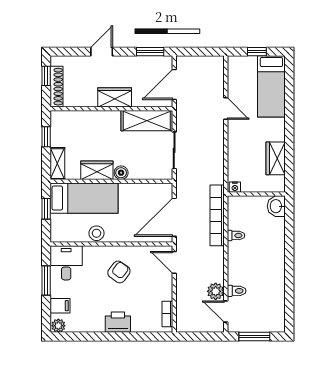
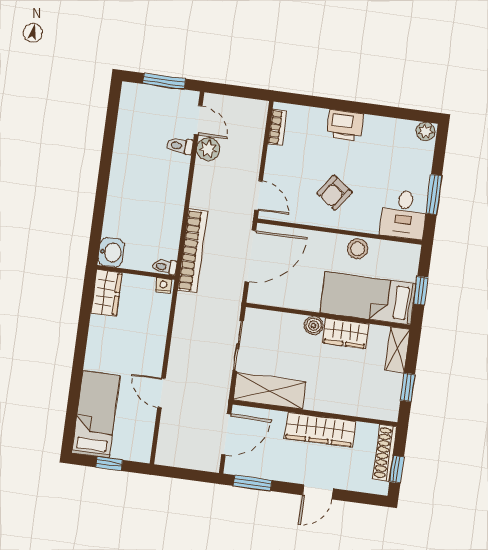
wardrobe: (115, 97) -> (320, 430), width x1.50
wardrobe: (276, 158) -> (106, 293), moved
toilet: (236, 235) -> (164, 267), moved
filing cabinet: (60, 306) -> (420, 158), removed

